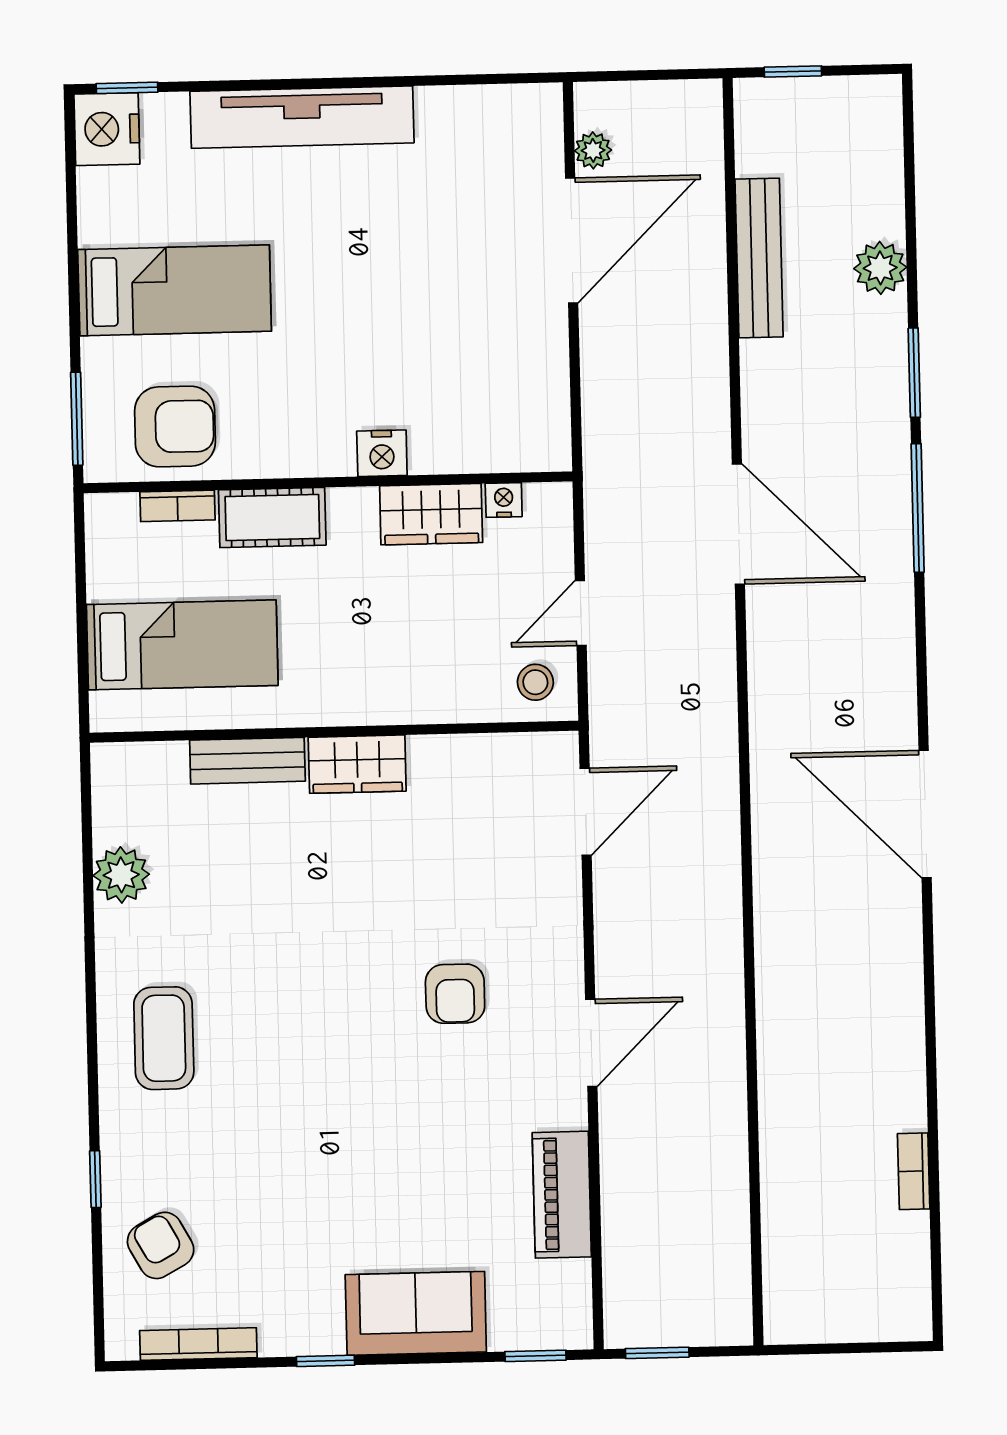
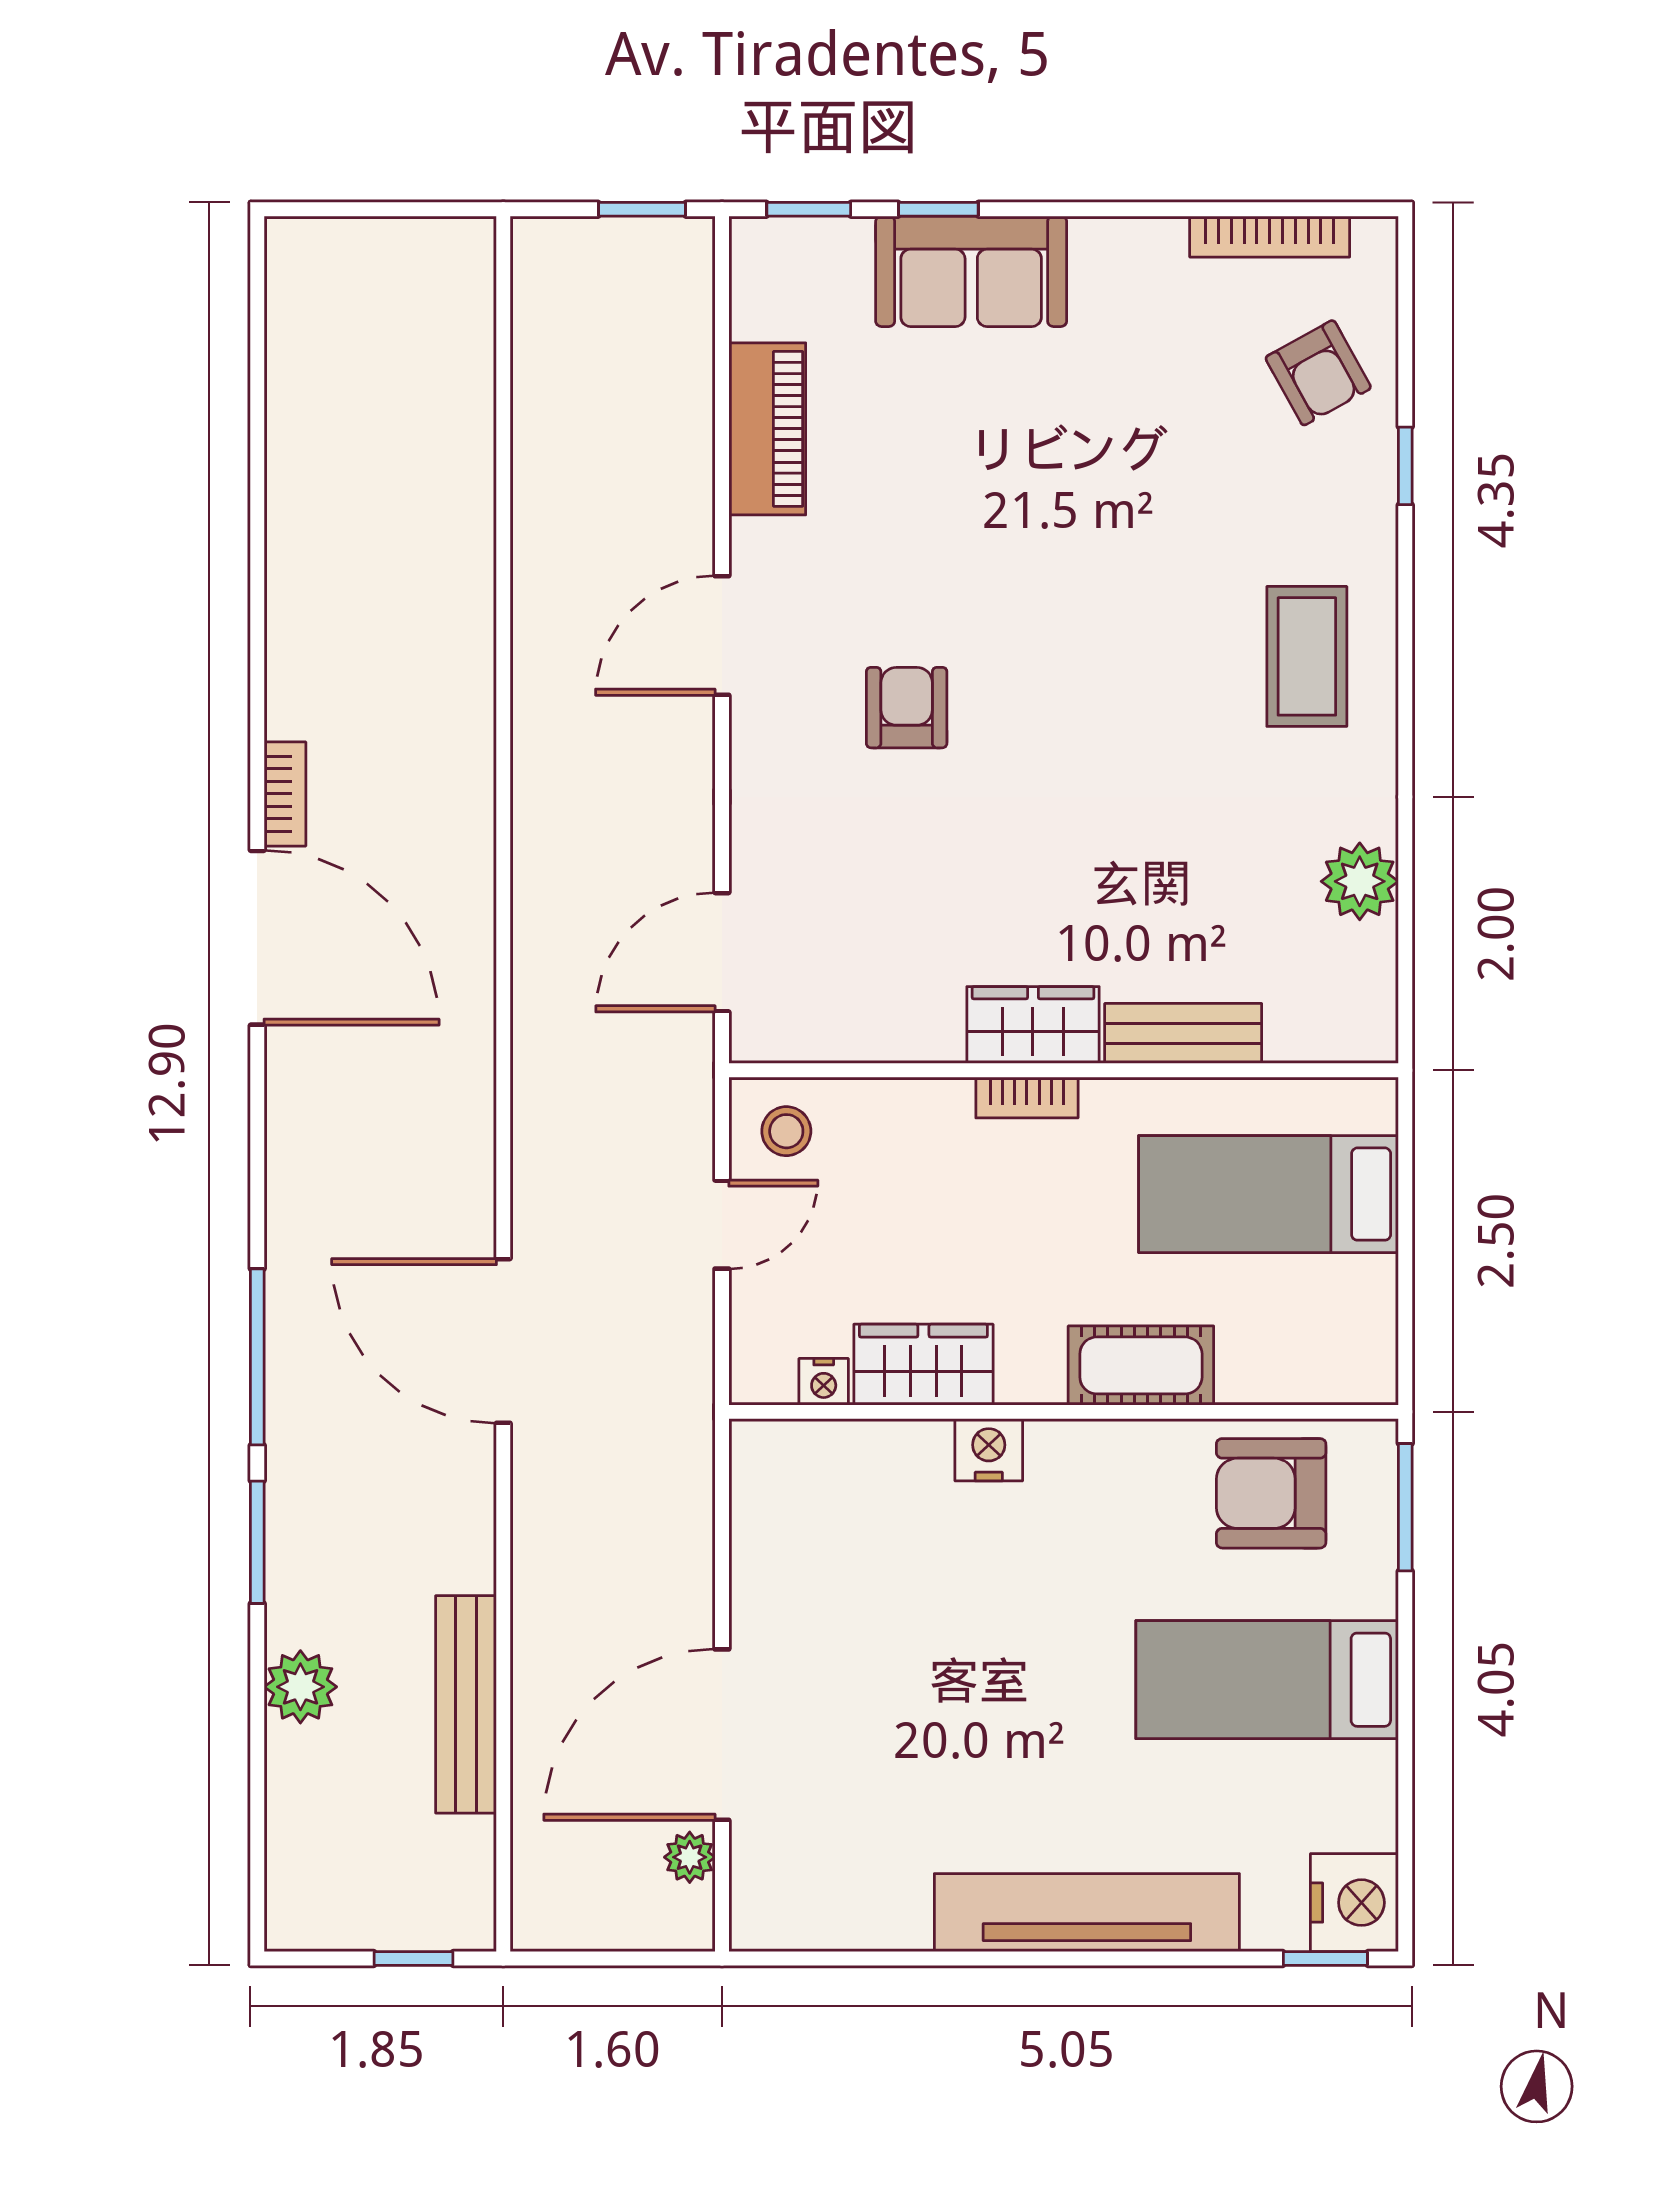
bookcase: (177, 506) -> (1027, 1097), moved, turned 180
bookcase: (914, 1171) -> (285, 794), moved
window: (326, 1361) -> (938, 209), moved

